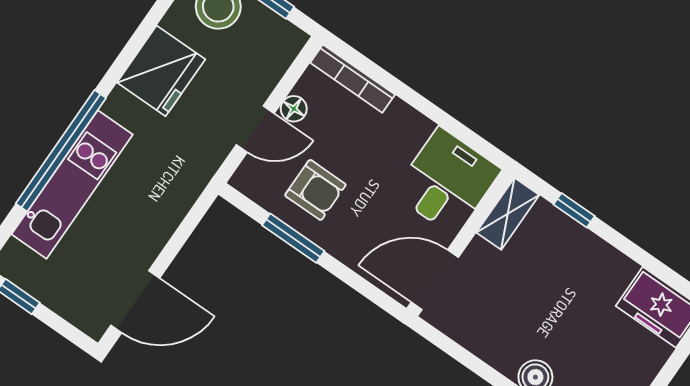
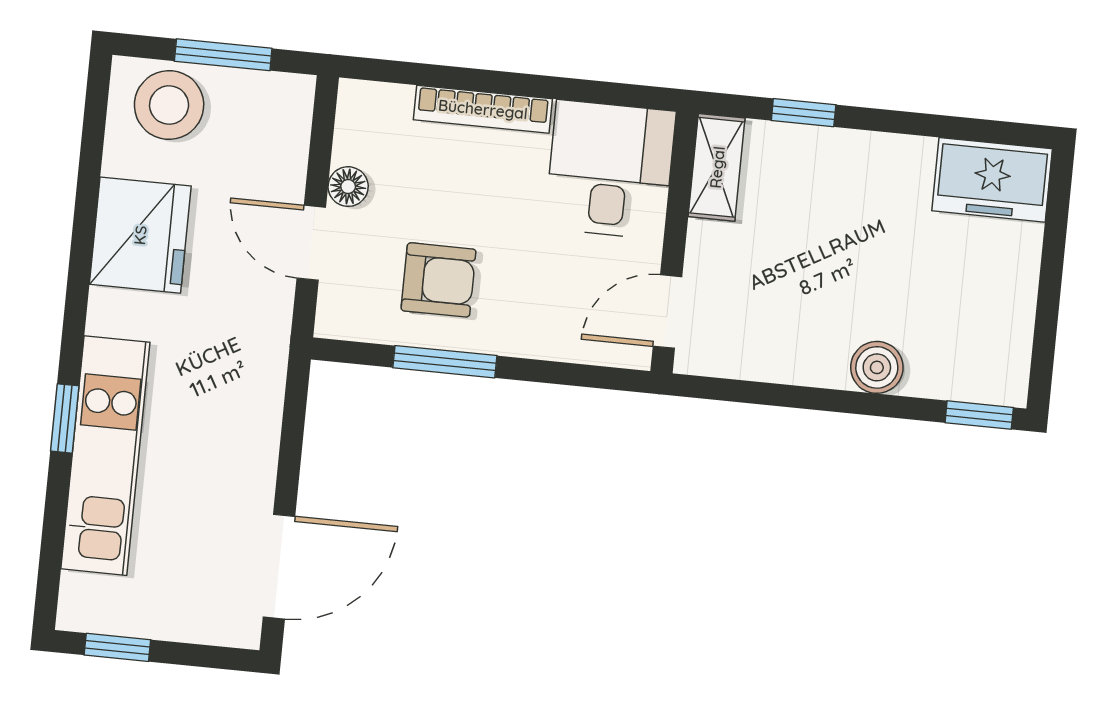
bookcase: (353, 79) -> (483, 109), moved
door: (255, 129) -> (311, 243), swing flipped
window: (61, 151) -> (65, 418), width x0.32
door: (435, 280) -> (667, 312), width x0.73

